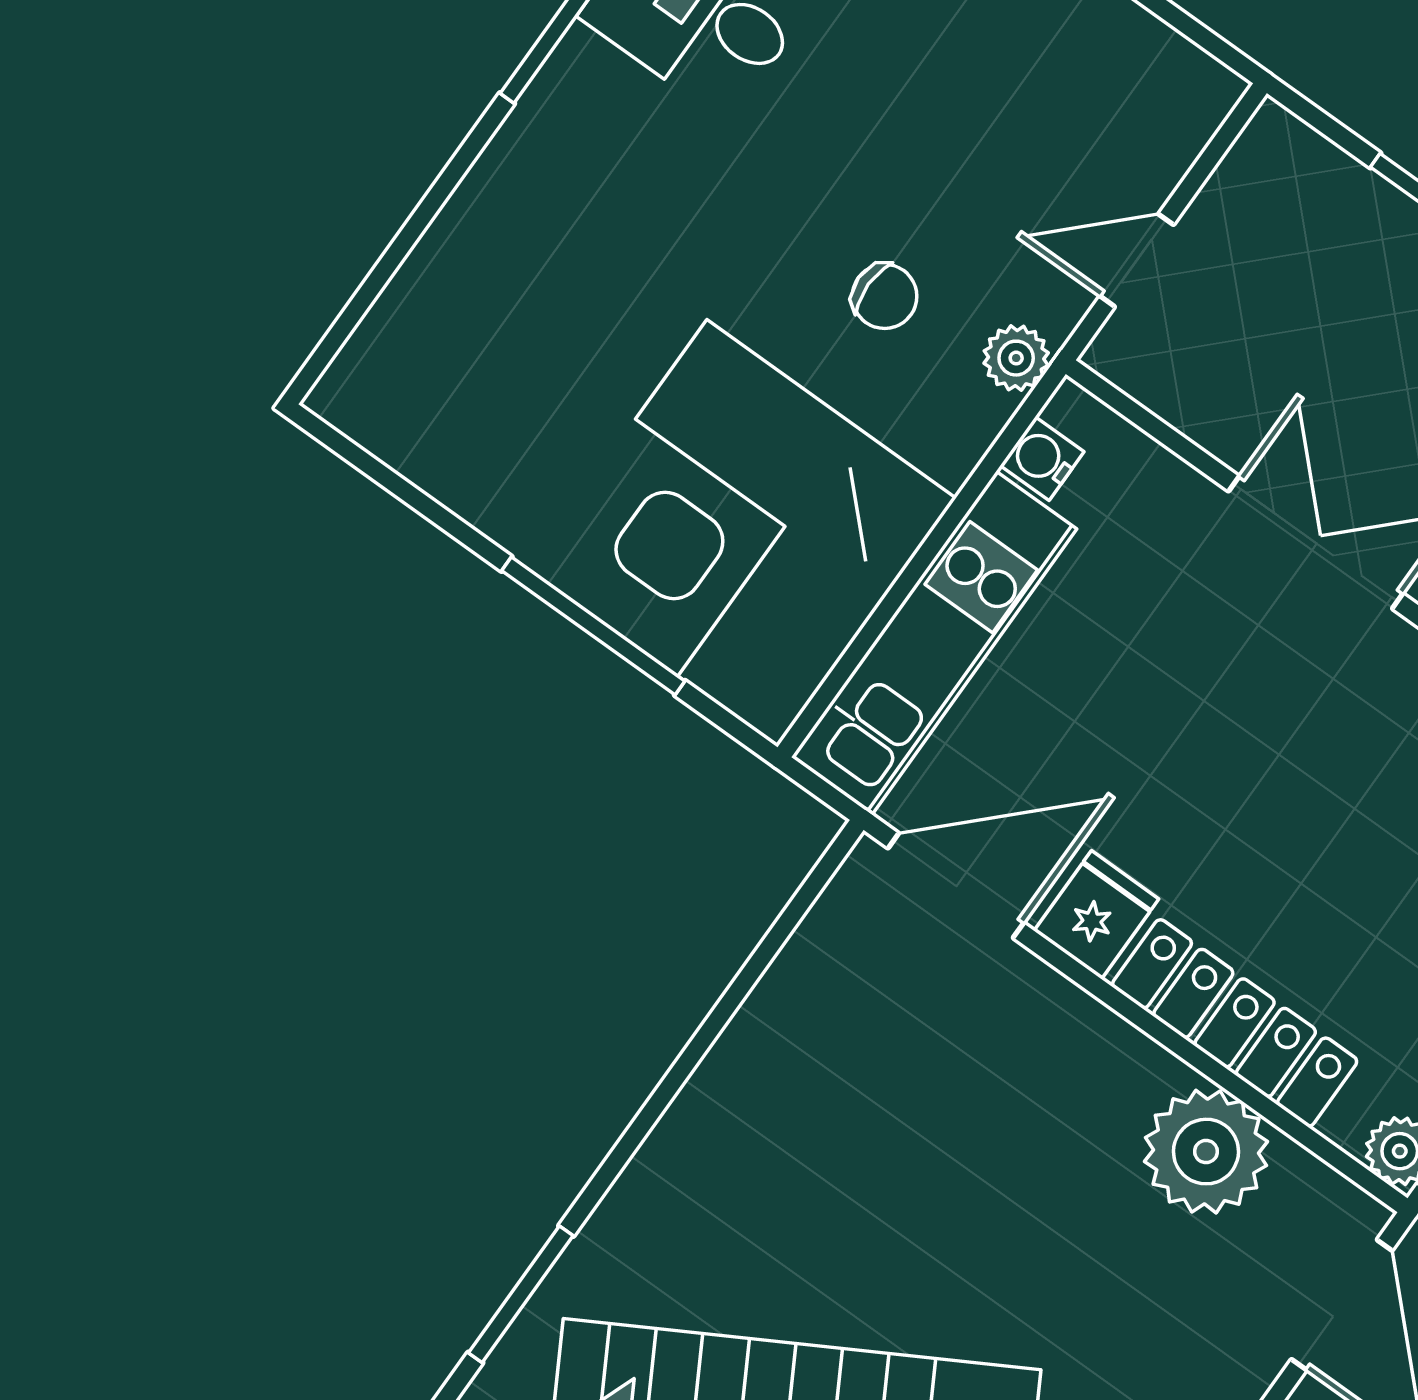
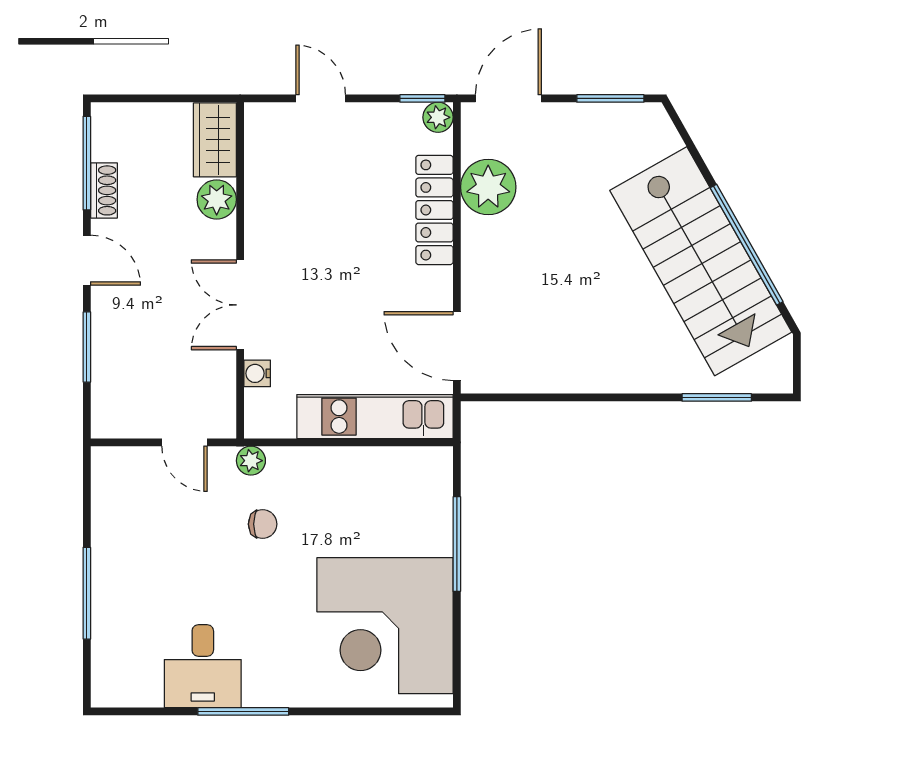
chair: (885, 296) -> (263, 524), turned 90
water cooler: (1042, 459) -> (257, 373), moved, turned 90
corner desk: (742, 533) -> (385, 626), moved, turned 90
fridge: (1096, 915) -> (431, 288), removed

